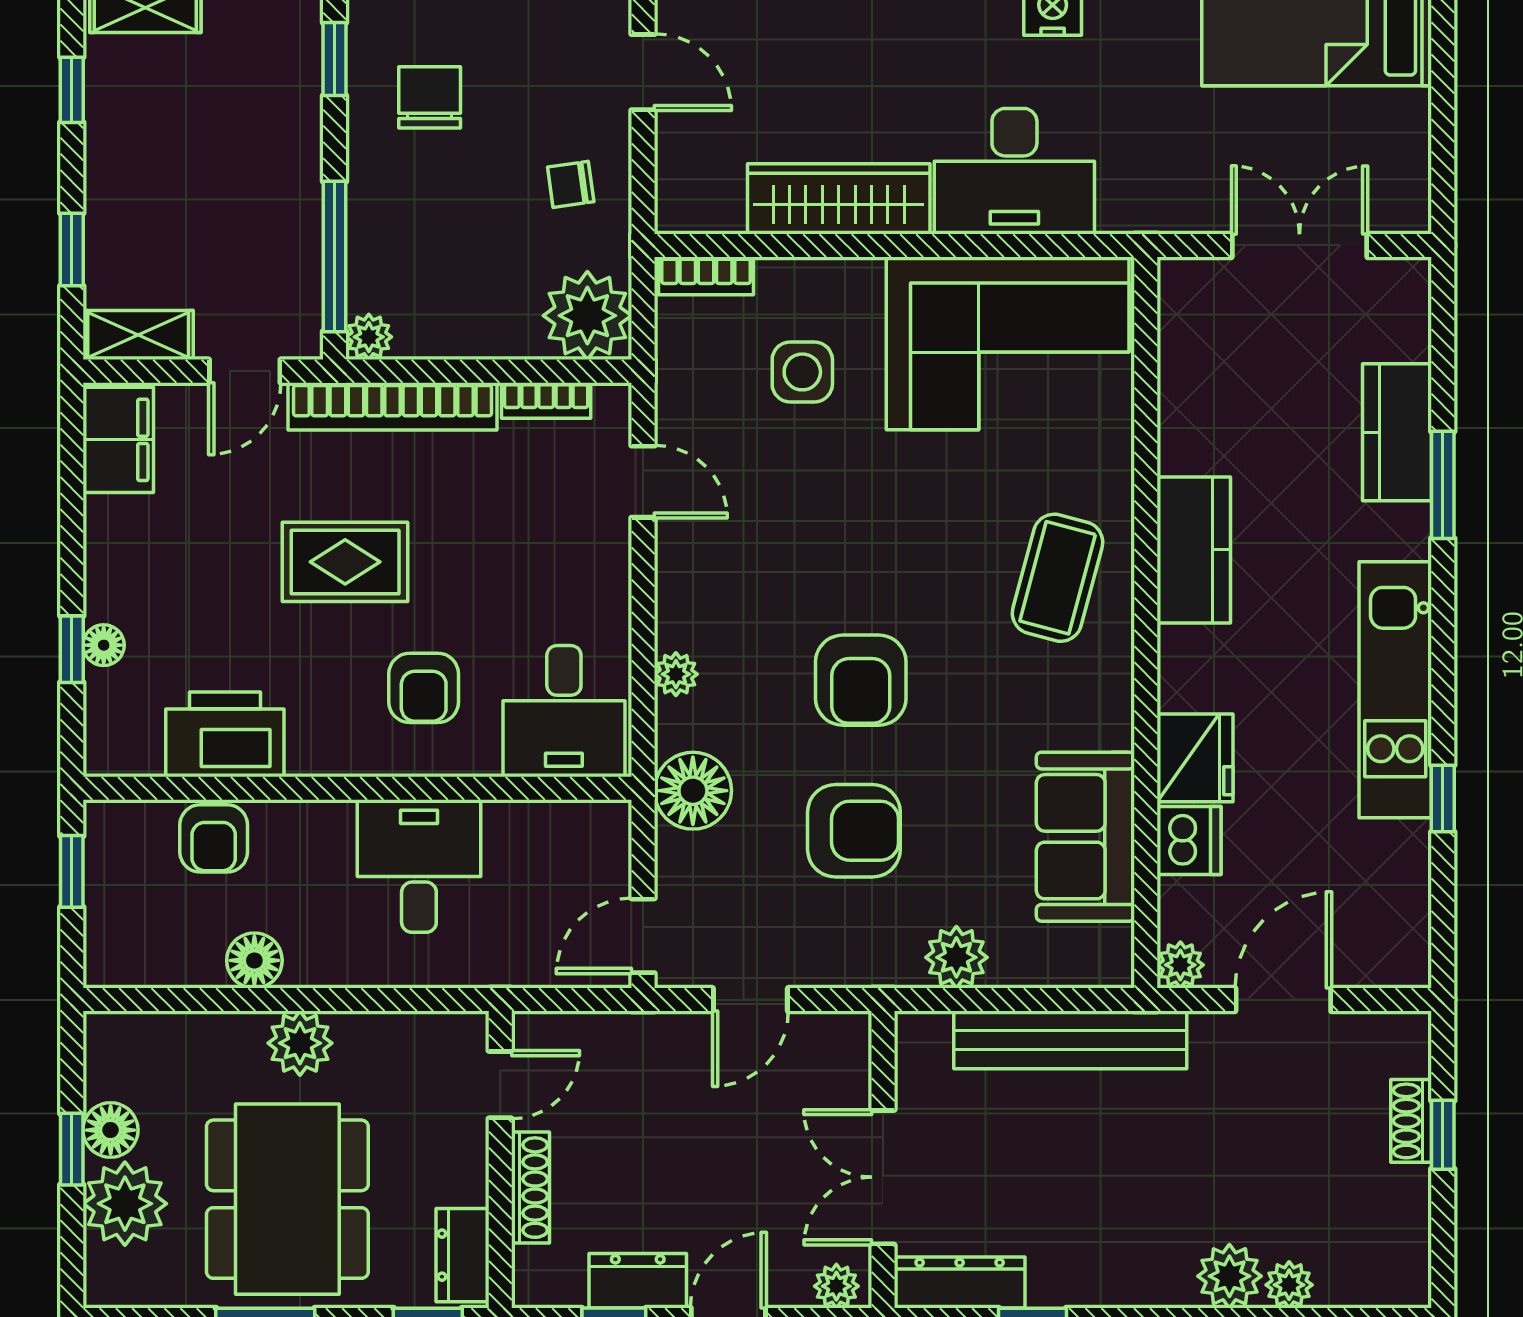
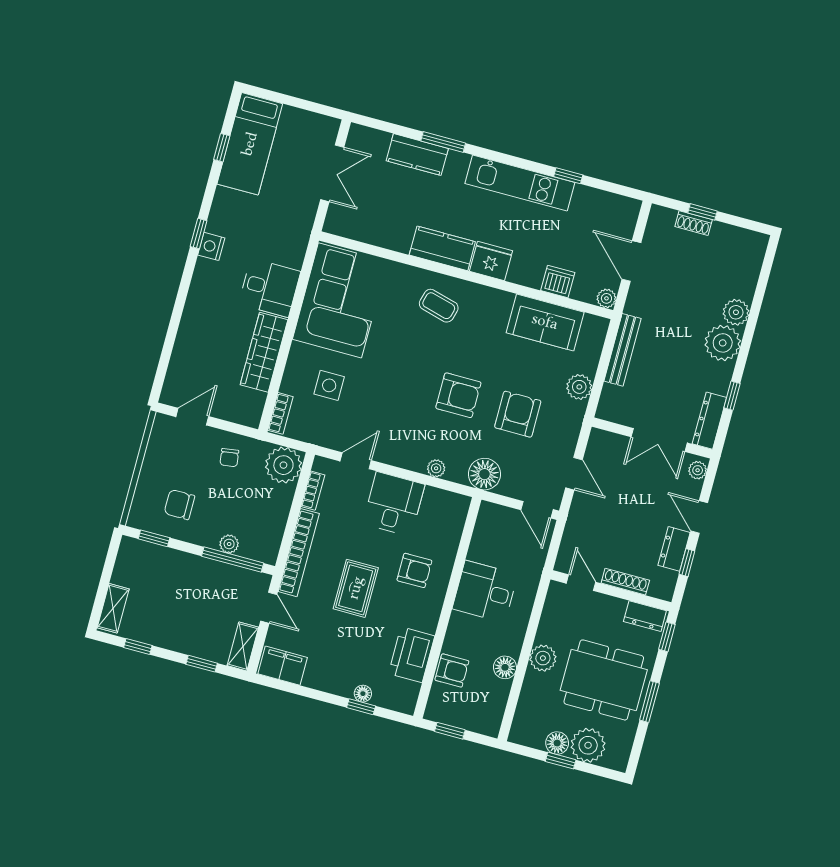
desk: (1014, 171) -> (270, 288), width x0.73
double door: (1300, 245) -> (332, 173), swing flipped
plant: (369, 337) -> (229, 544), moved
coffee table: (1058, 578) -> (439, 306), width x0.73, depth x0.77
desk: (564, 711) -> (394, 504), moved, turned -90
fridge: (1195, 758) -> (491, 261), moved
bench: (1070, 1040) -> (622, 350), width x0.73, depth x0.82
plant: (1289, 1285) -> (723, 343), moved, width x1.87, depth x1.87

